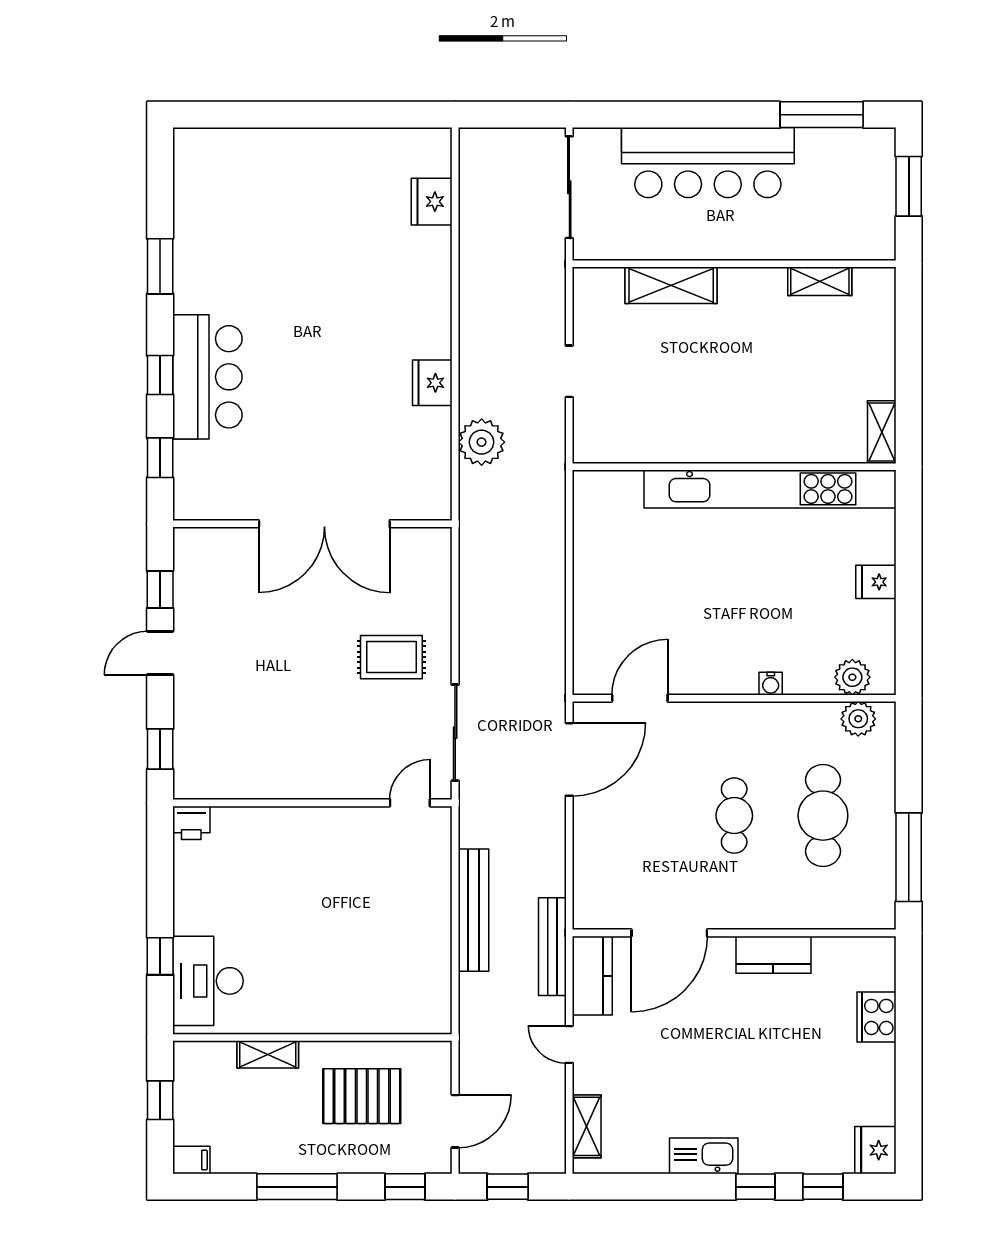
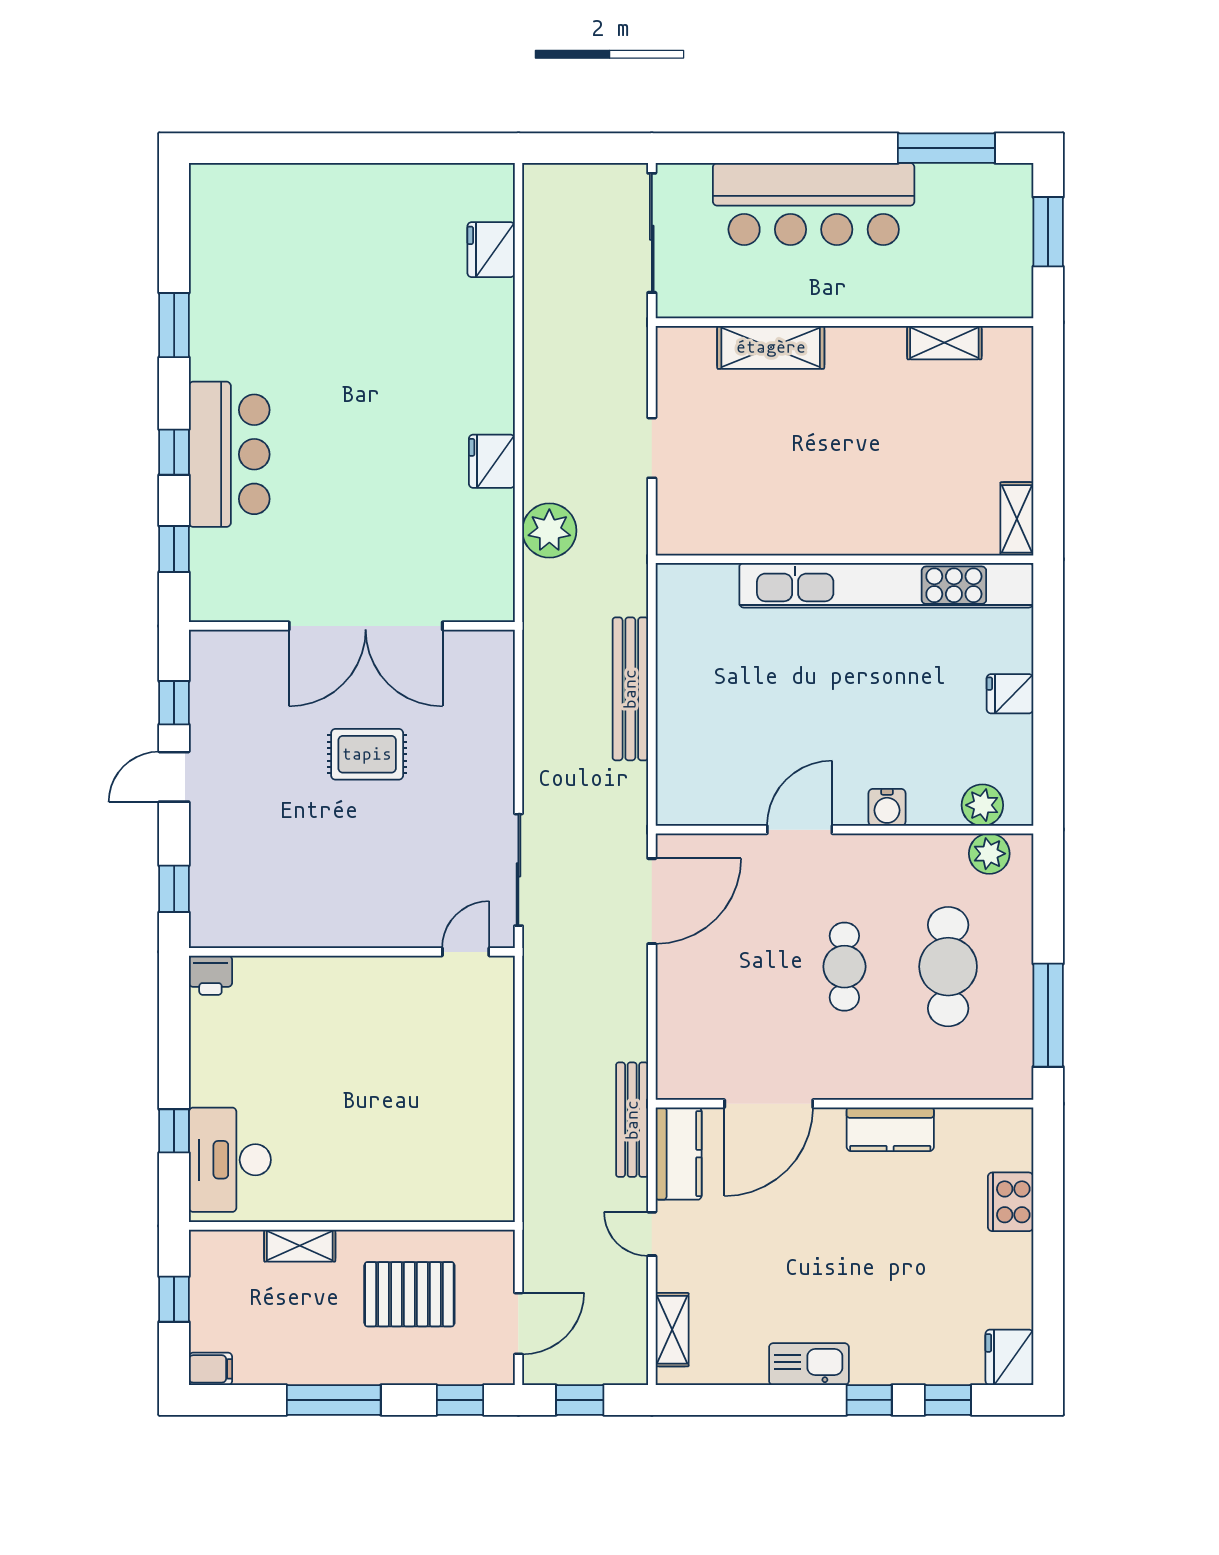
rug: (391, 657) -> (367, 754), moved
water cooler: (771, 684) -> (887, 807), width x1.38, depth x1.38
door: (640, 698) -> (800, 830), moved
bench: (474, 910) -> (630, 689), moved

